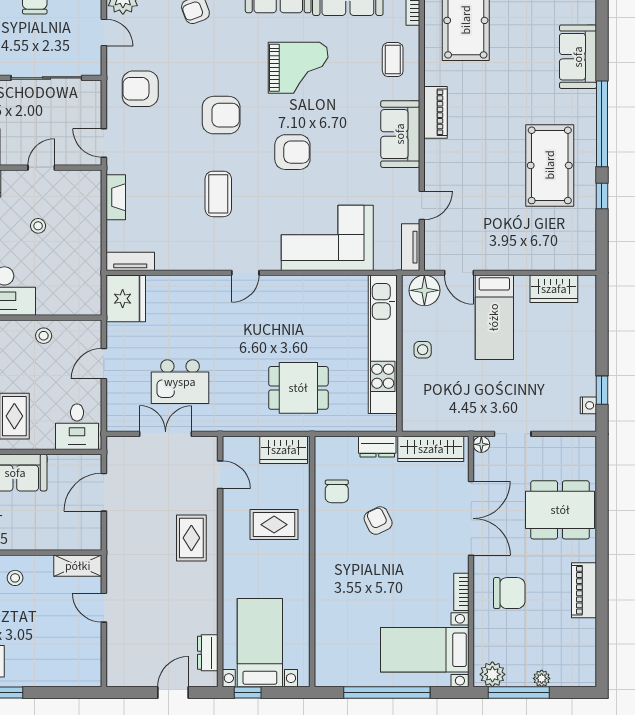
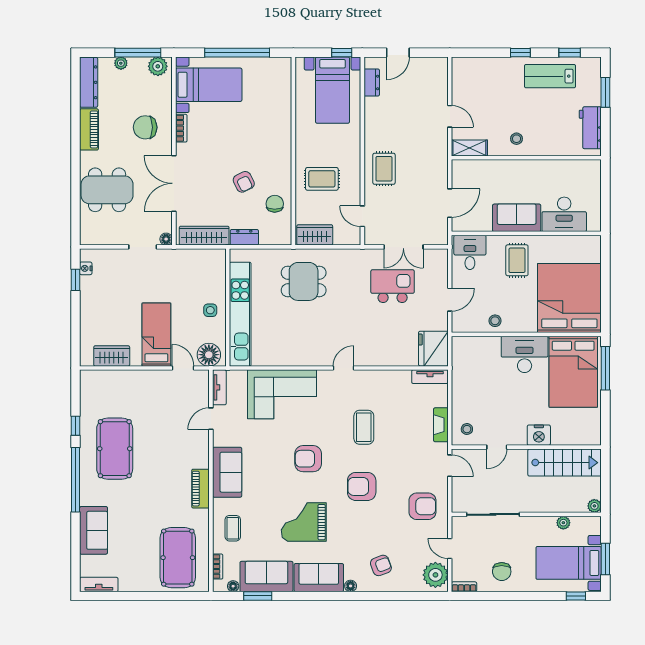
stool: (38, 226) -> (467, 429), moved
dresser: (584, 653) -> (89, 82), added

